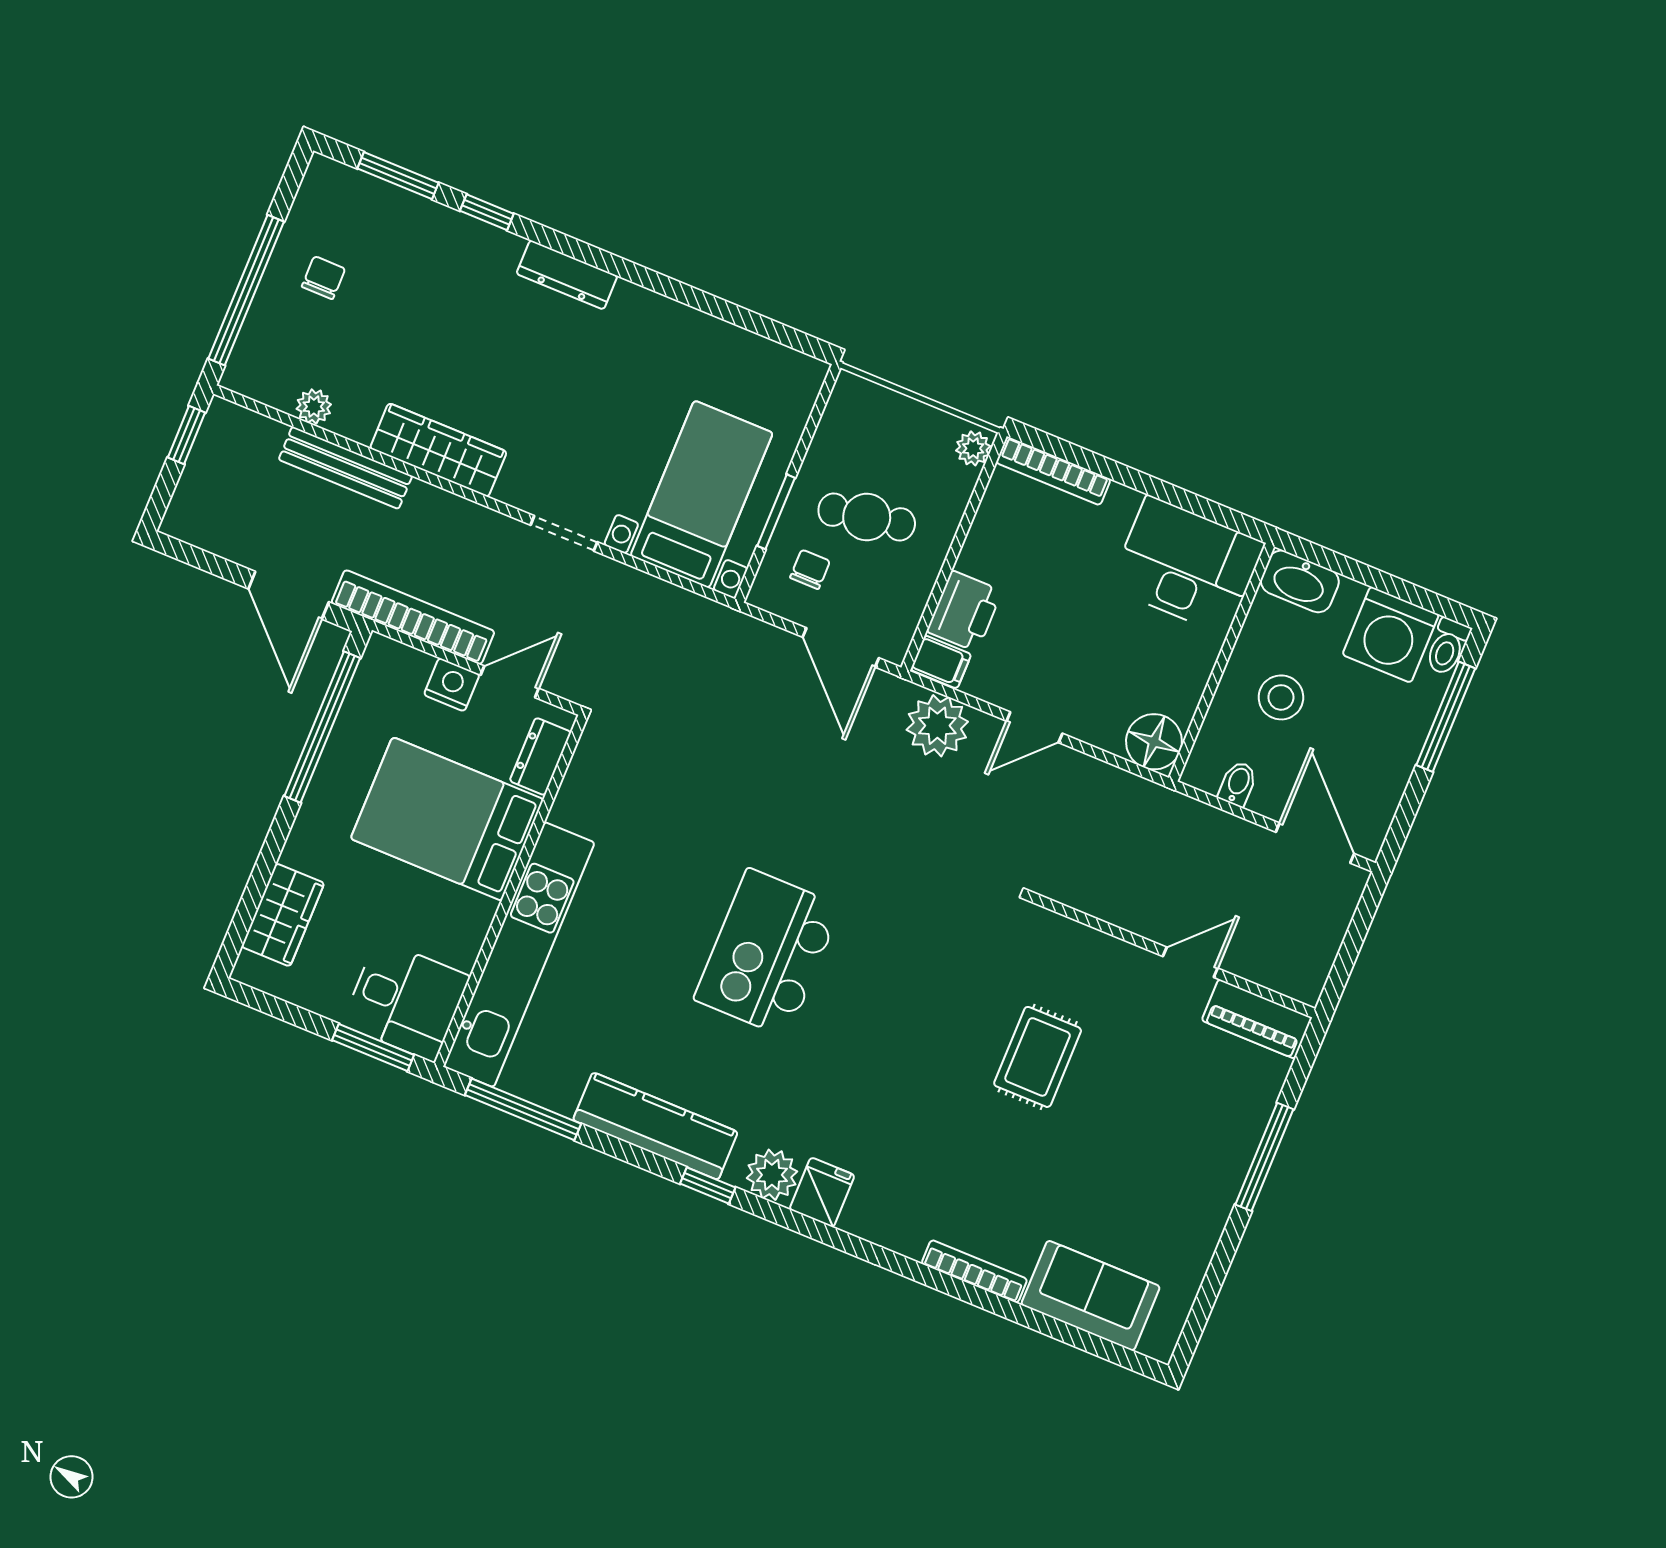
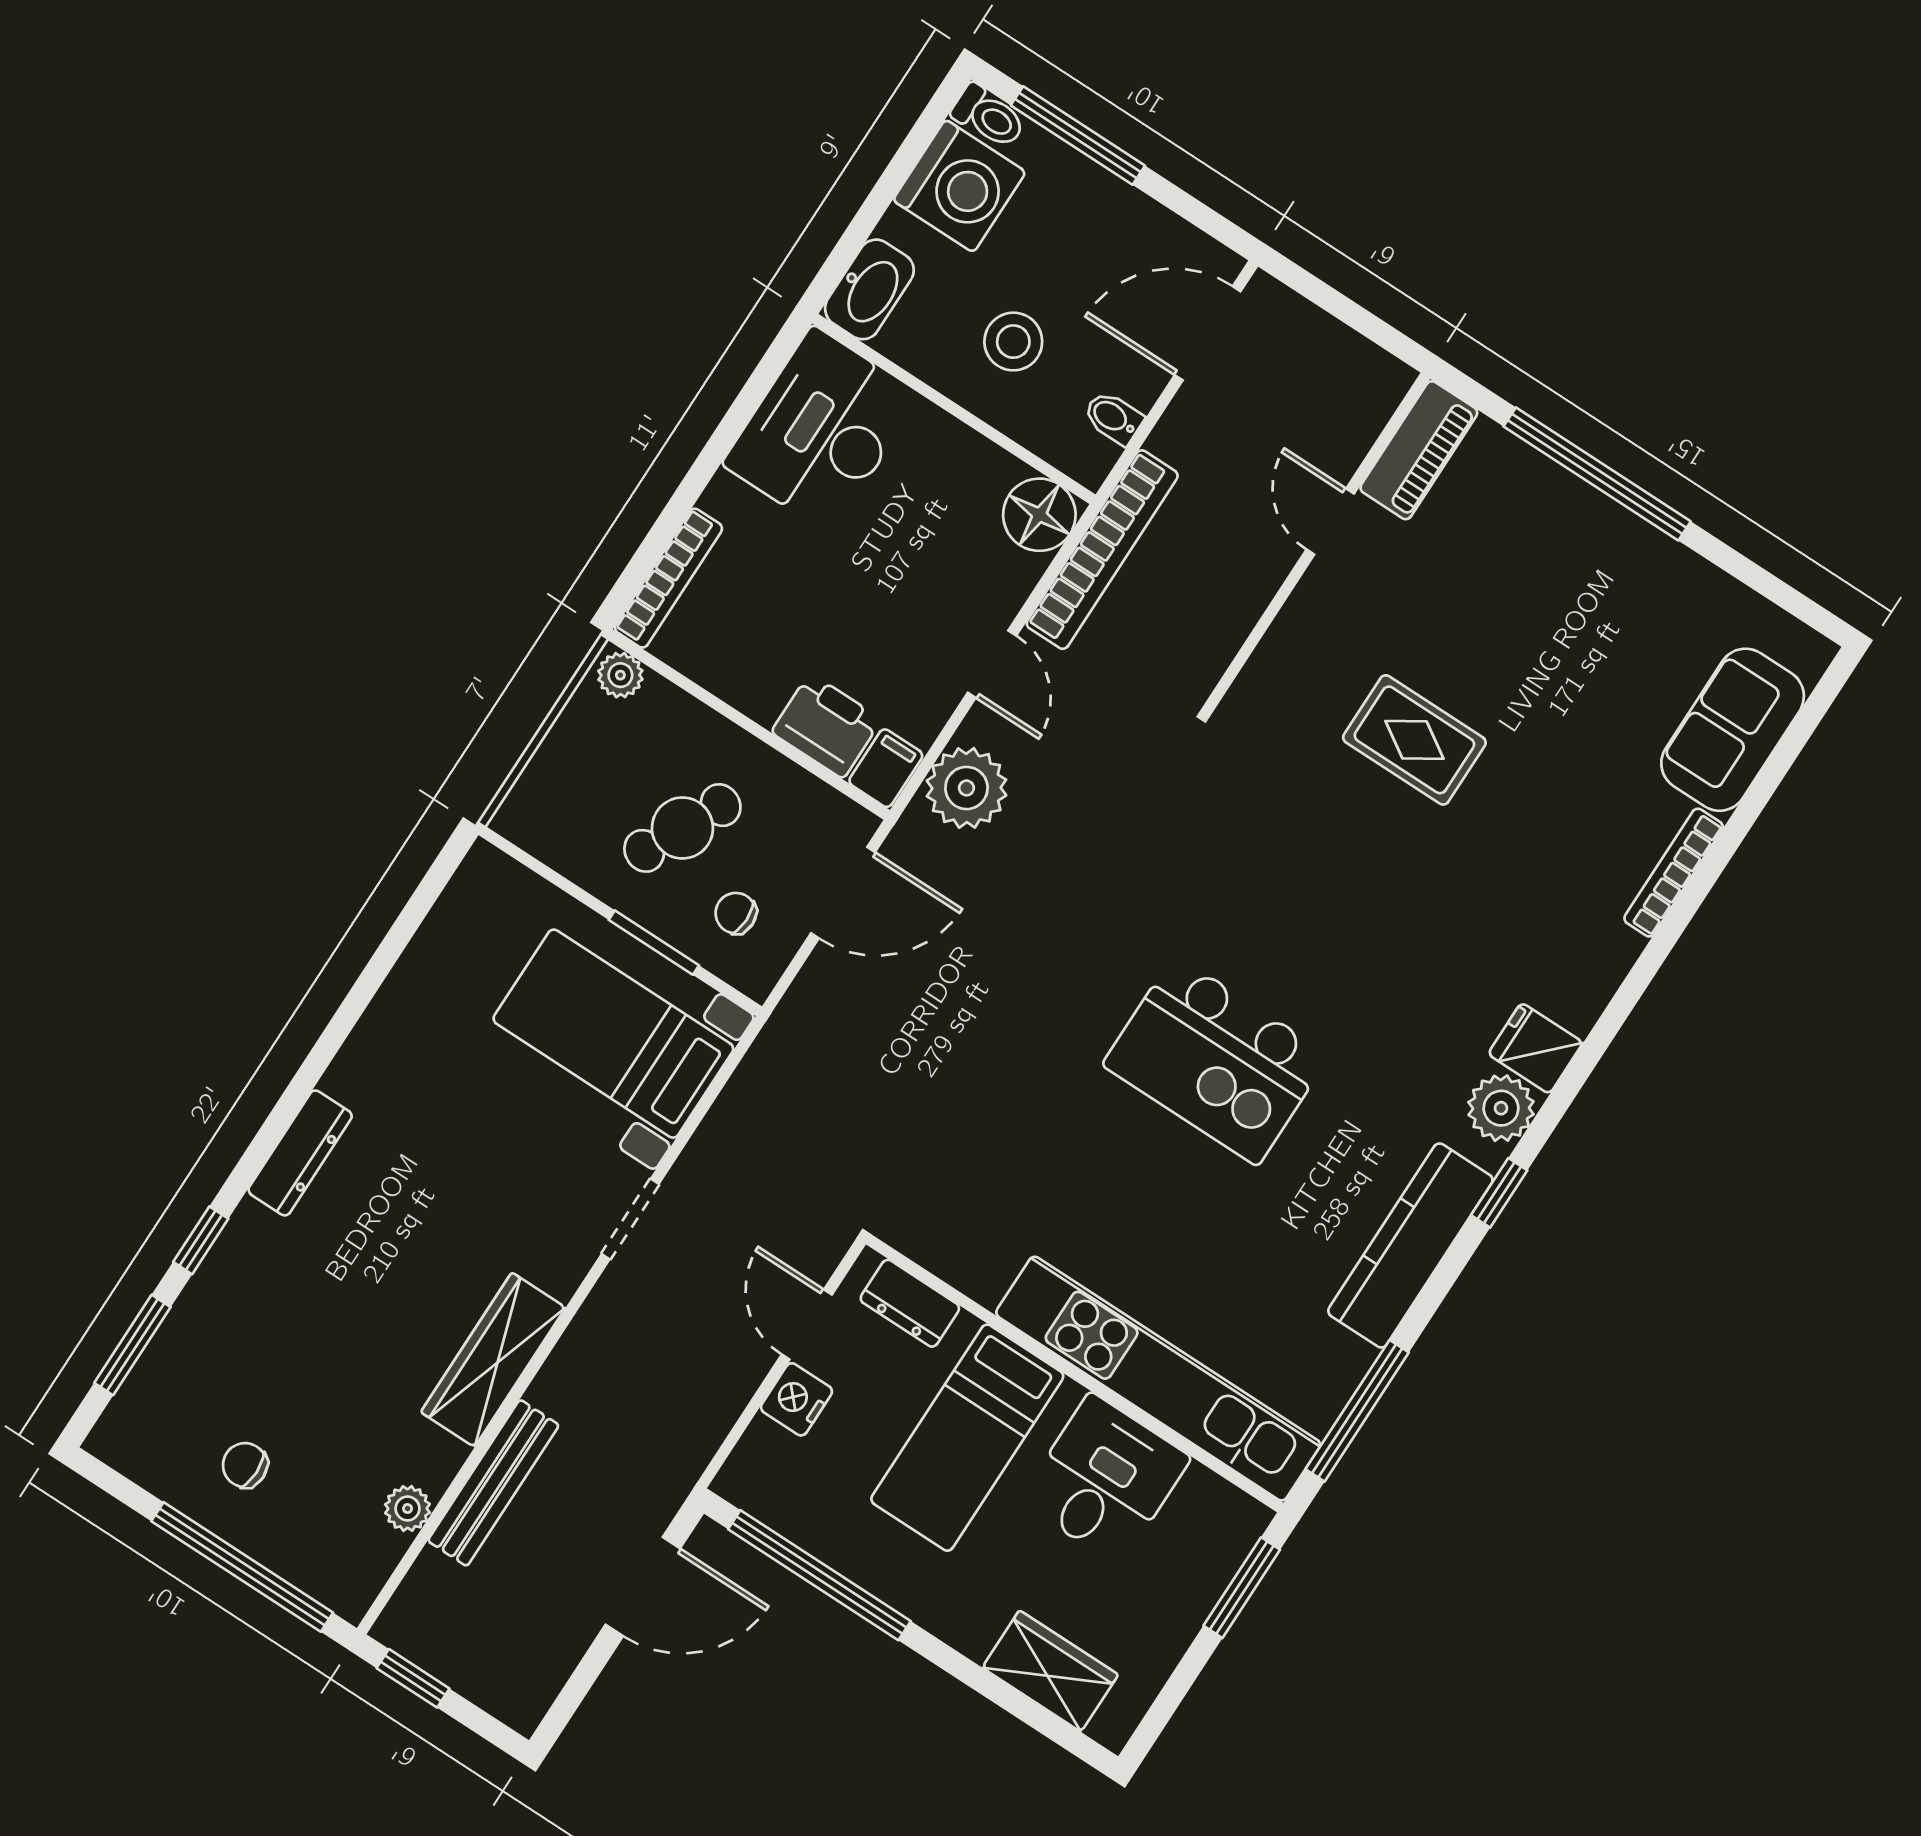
cafe table: (867, 517) -> (682, 828), turned 36
bookcase: (413, 617) -> (1102, 550), moved, turned 180
bed: (447, 819) -> (967, 1438), width x0.67
desk: (406, 1000) -> (1105, 1479), moved
window: (1264, 1157) -> (1597, 474), width x1.46

